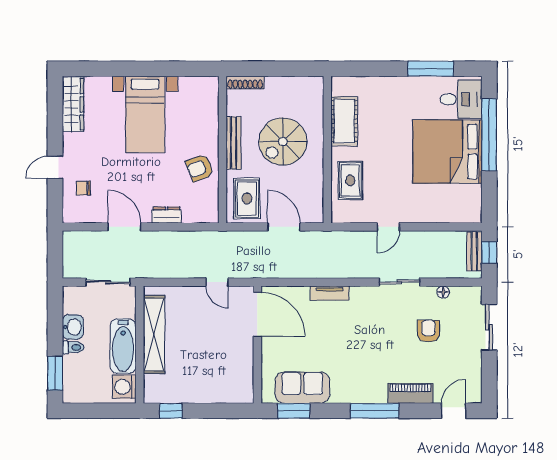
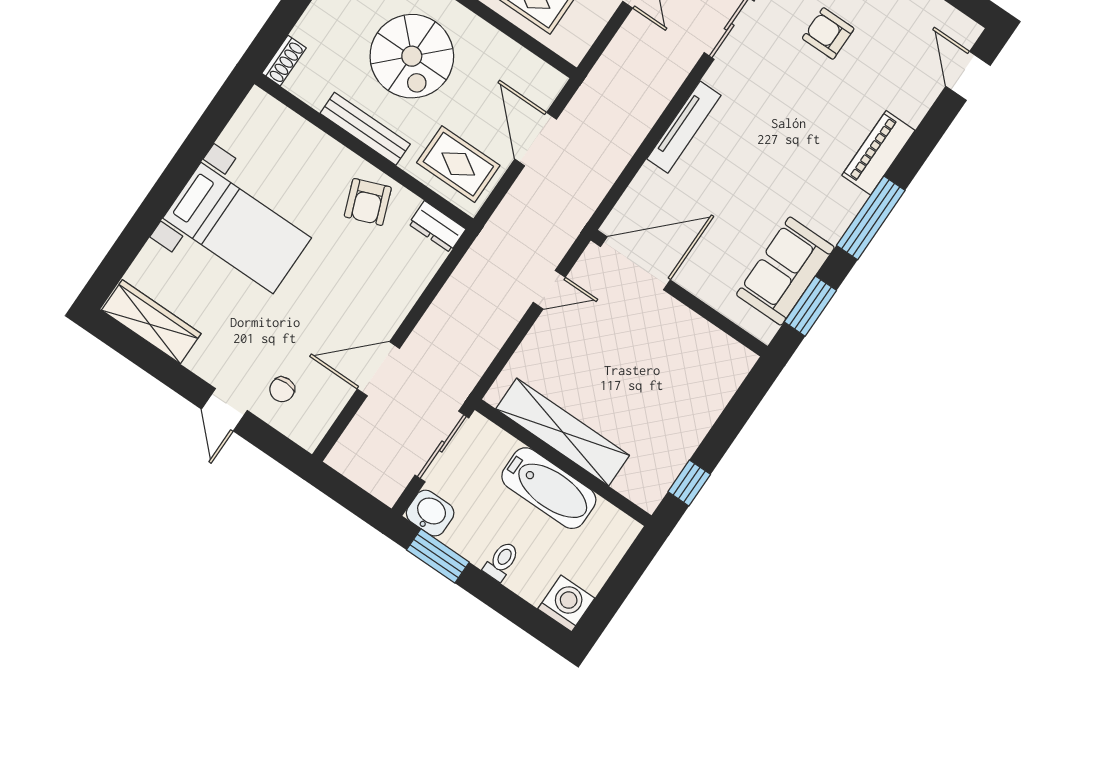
shoe rack: (245, 83) -> (284, 61), width x0.70
dresser: (167, 215) -> (437, 227), moved, turned -90
door: (284, 227) -> (536, 139), hinge flipped
tv unit: (330, 293) -> (684, 127), width x1.41
washbasin: (73, 327) -> (430, 513), moved
window: (55, 373) -> (438, 556), moved
washing machine: (124, 387) -> (566, 603), moved, turned 180
piano: (410, 393) -> (878, 153), moved
window: (375, 411) -> (871, 218), moved

